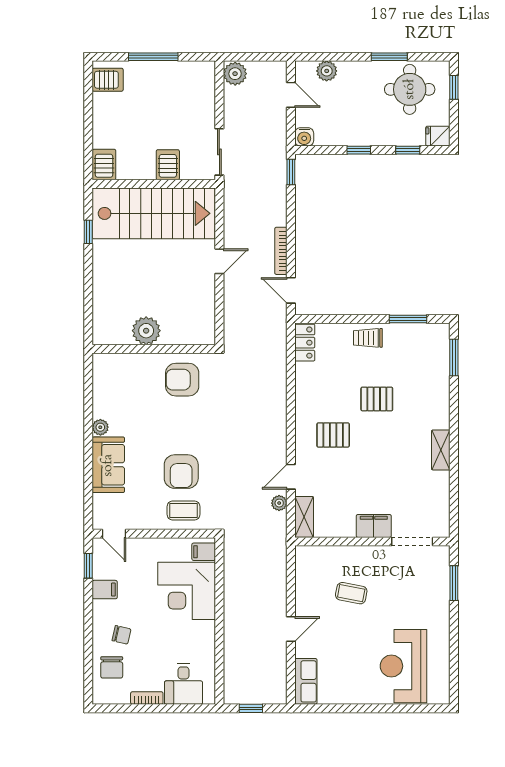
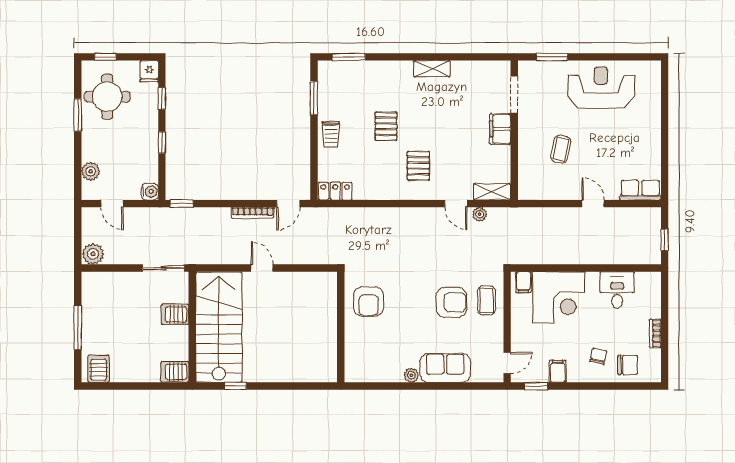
door: (291, 95) -> (112, 204), swing flipped
plant: (146, 331) -> (324, 334), removed
reception desk: (403, 666) -> (601, 88), moved, turned 180
desk: (184, 684) -> (617, 290), moved, turned -90

